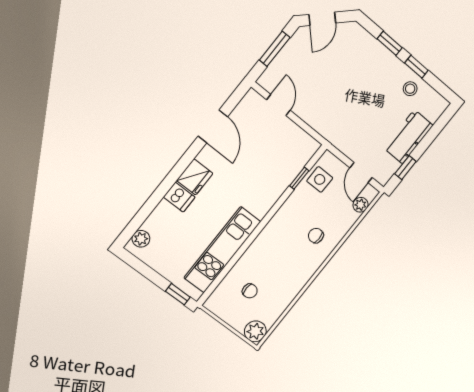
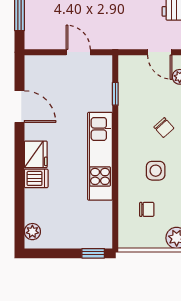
door: (278, 105) -> (78, 52), moved
side table: (320, 179) -> (156, 171), moved
chair: (316, 236) -> (164, 128), turned -132
kitchen unit: (222, 250) -> (100, 156), moved

